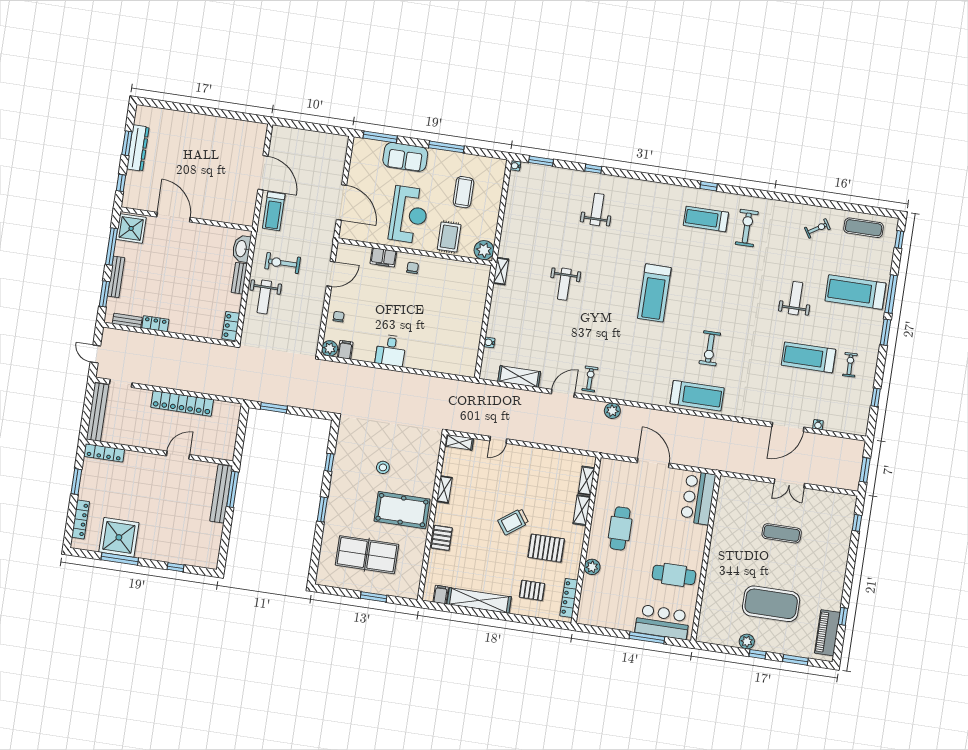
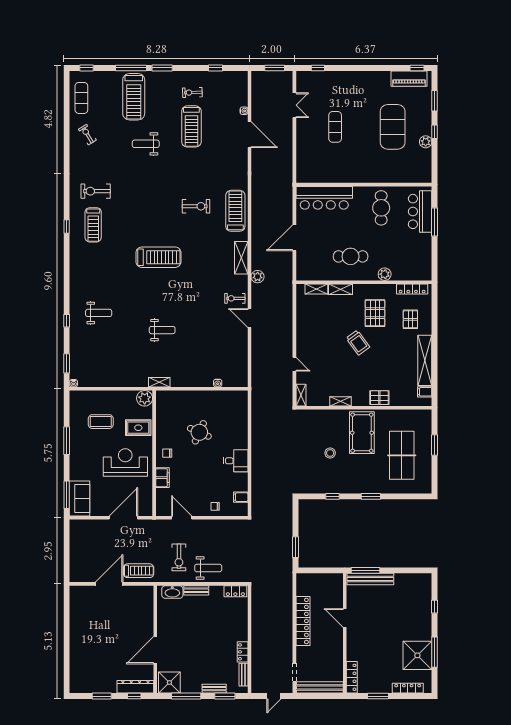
dresser: (138, 148) -> (135, 687), moved
sofa: (405, 157) -> (80, 499), moved
weight bench: (597, 209) -> (99, 313), turned 180
bench: (116, 277) -> (214, 689), width x0.73
round table: (432, 311) -> (199, 432), added
plant: (330, 348) -> (241, 510), removed
shelving: (519, 376) -> (241, 258), moved
double door: (789, 483) -> (294, 105), moved
bar counter: (698, 498) -> (324, 198), width x1.36
window: (843, 616) -> (417, 68), moved

